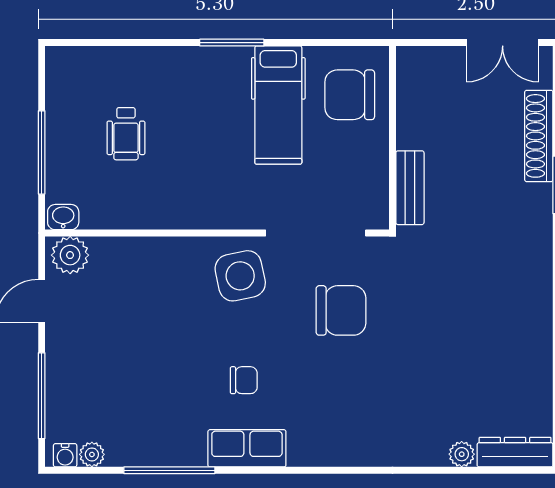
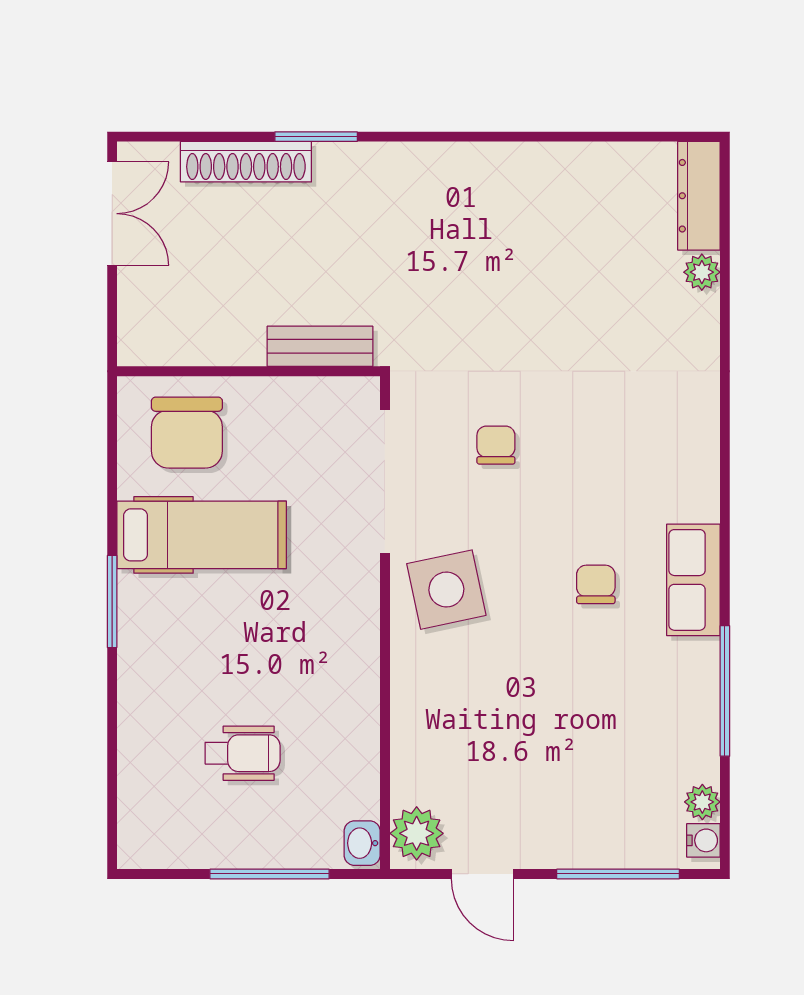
chair: (341, 310) -> (496, 445), width x0.54, depth x0.54

